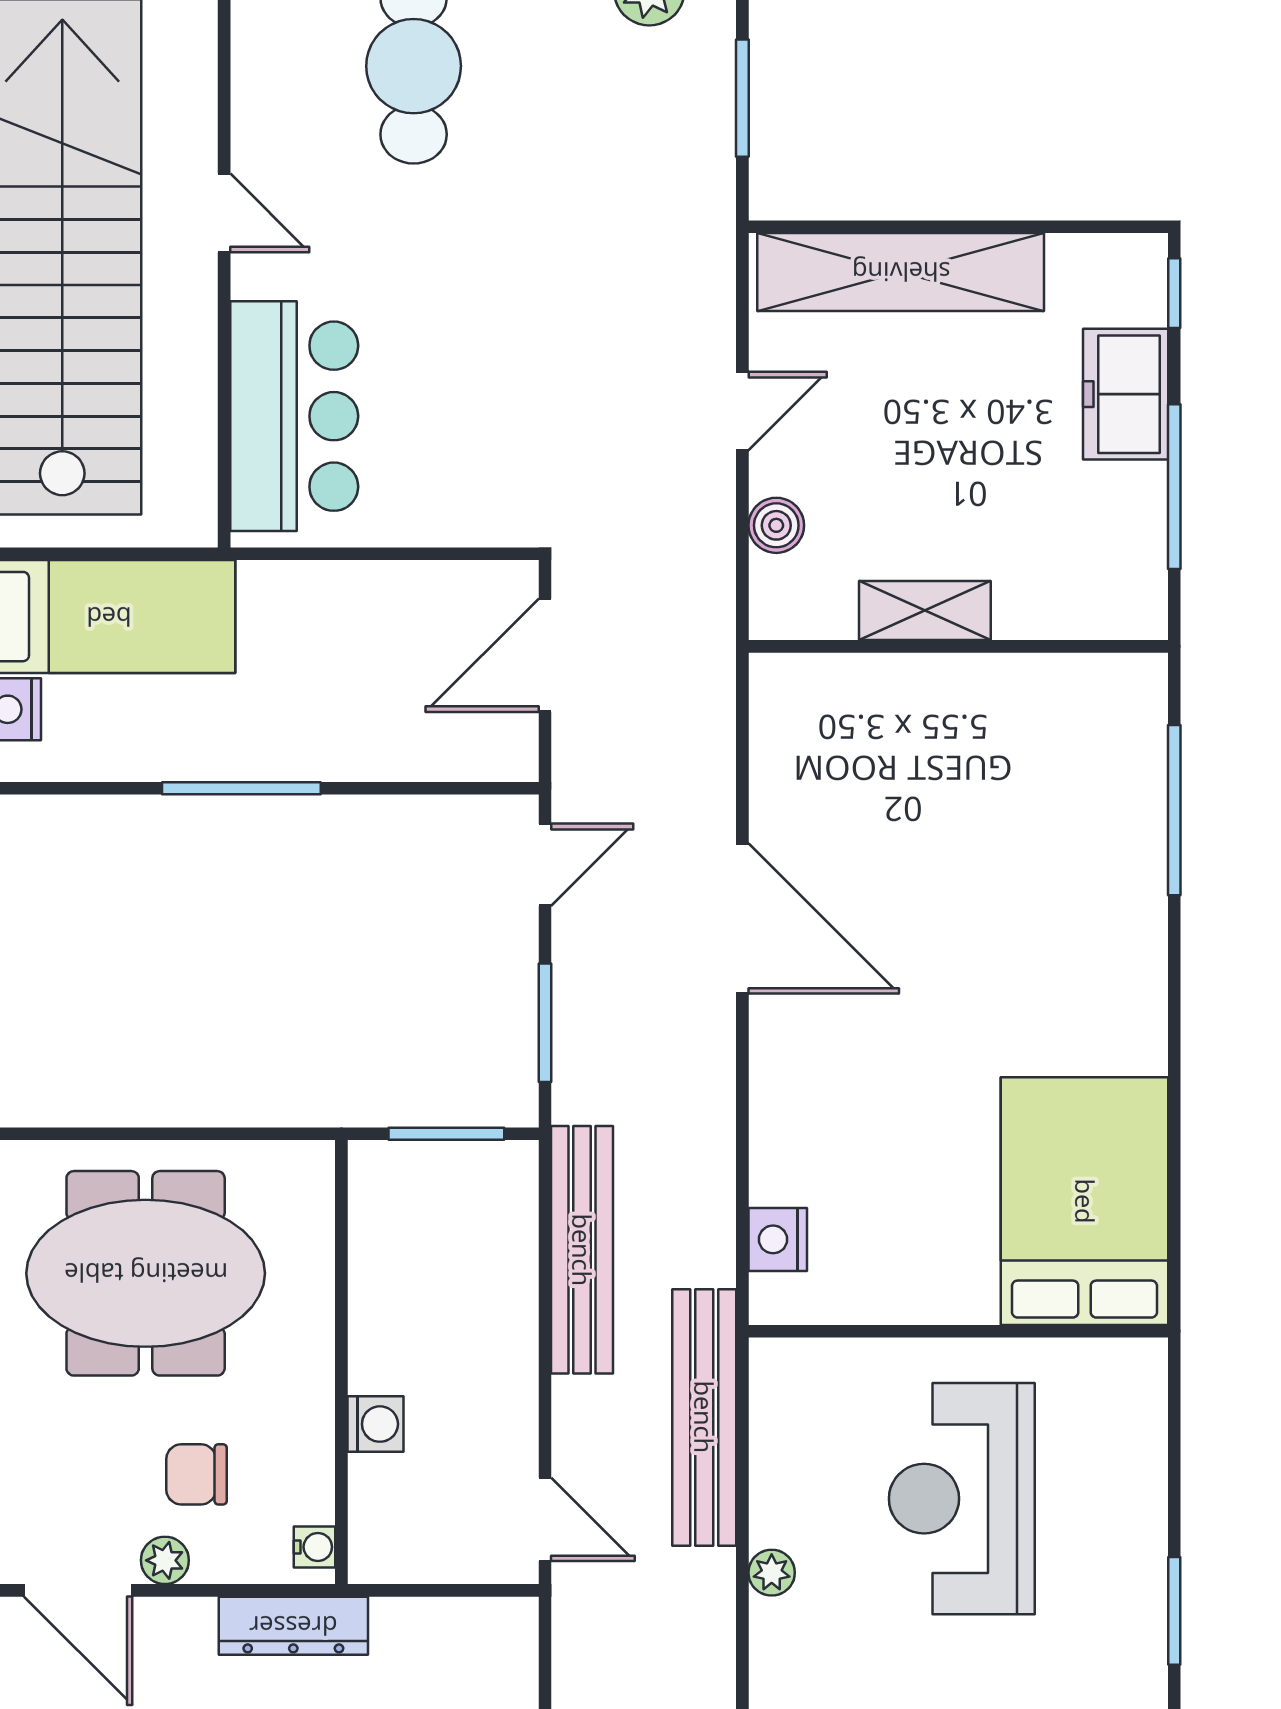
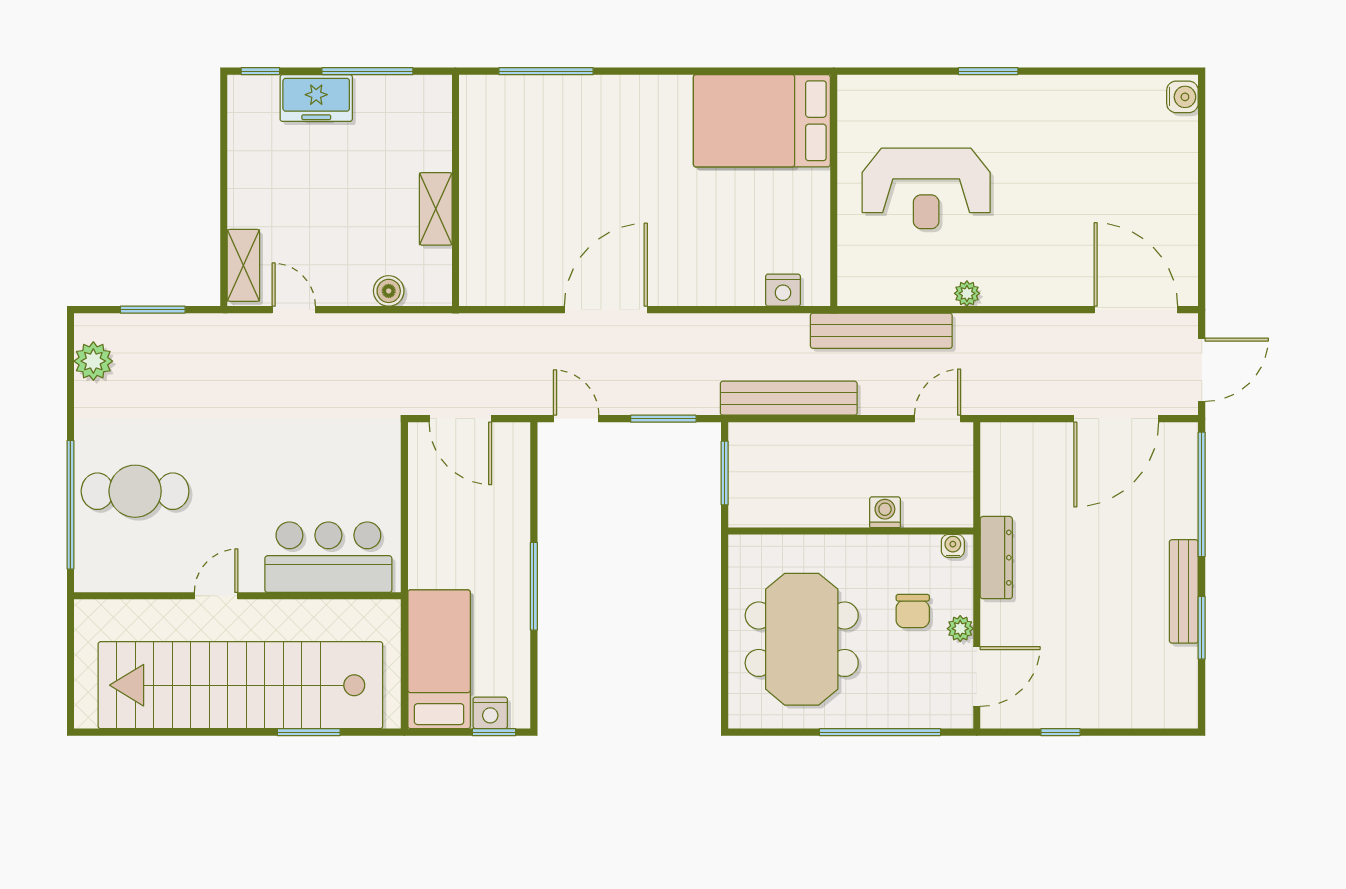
shelving: (901, 272) -> (243, 265), width x0.45, depth x0.75
door: (742, 411) -> (294, 310), moved

